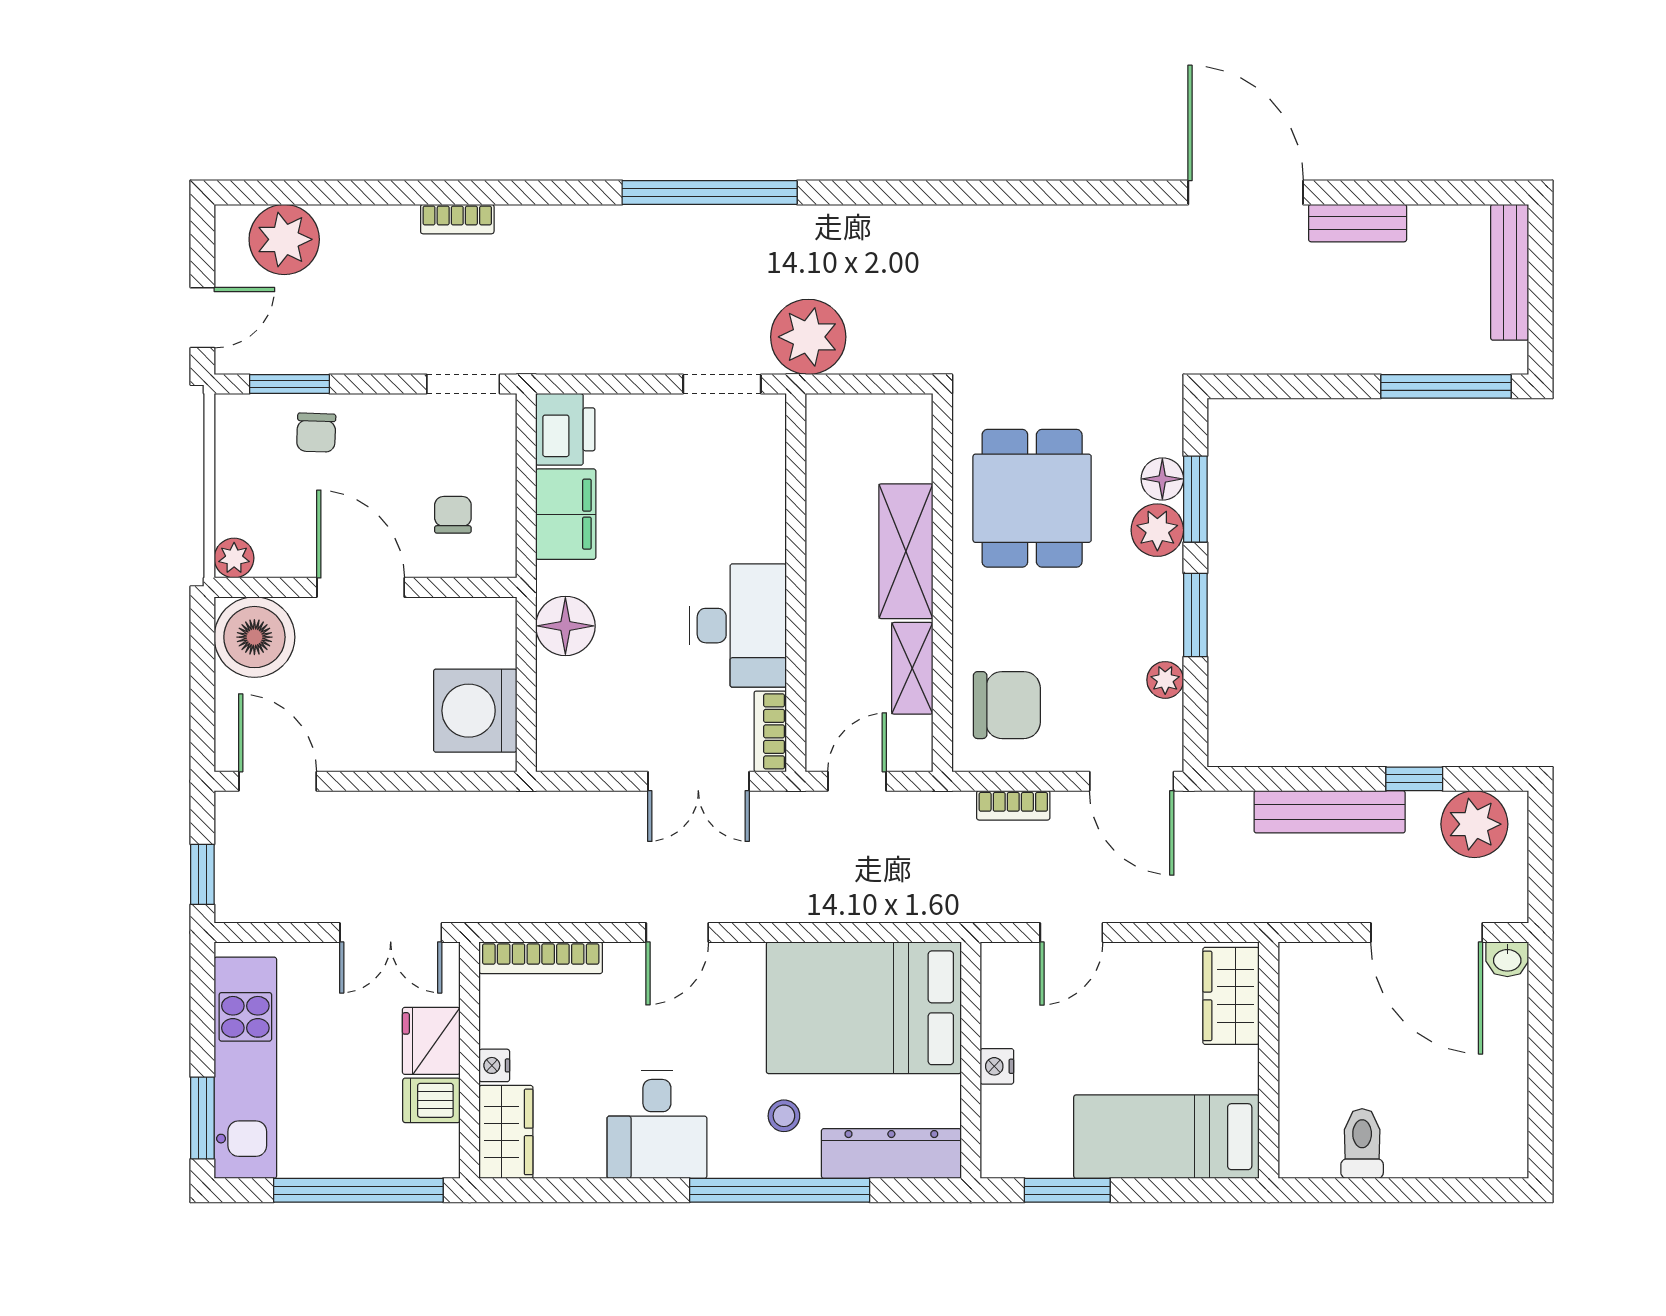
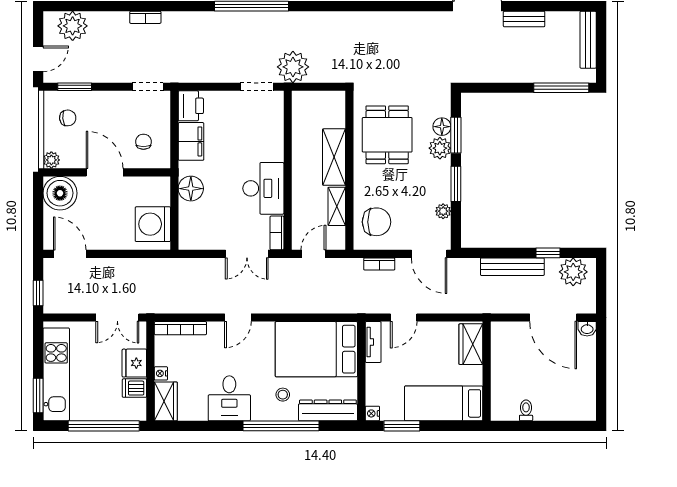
chair: (316, 433) -> (68, 118), moved, turned -97
tv unit: (999, 991) -> (373, 342), added
nightstand: (997, 1066) -> (372, 413), moved
toilet: (1362, 1144) -> (526, 410), width x0.73, depth x0.72

